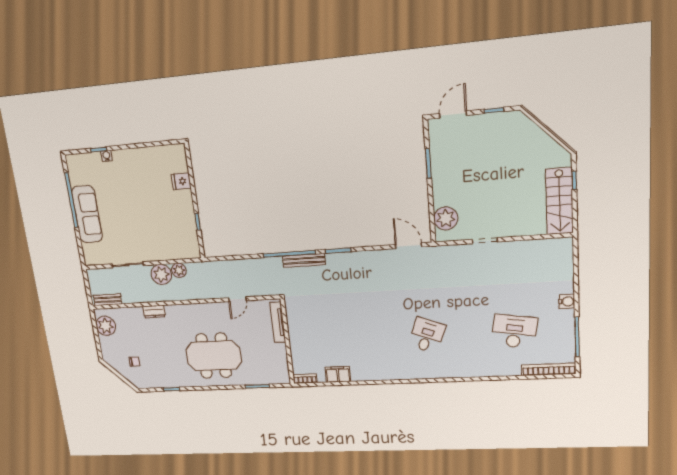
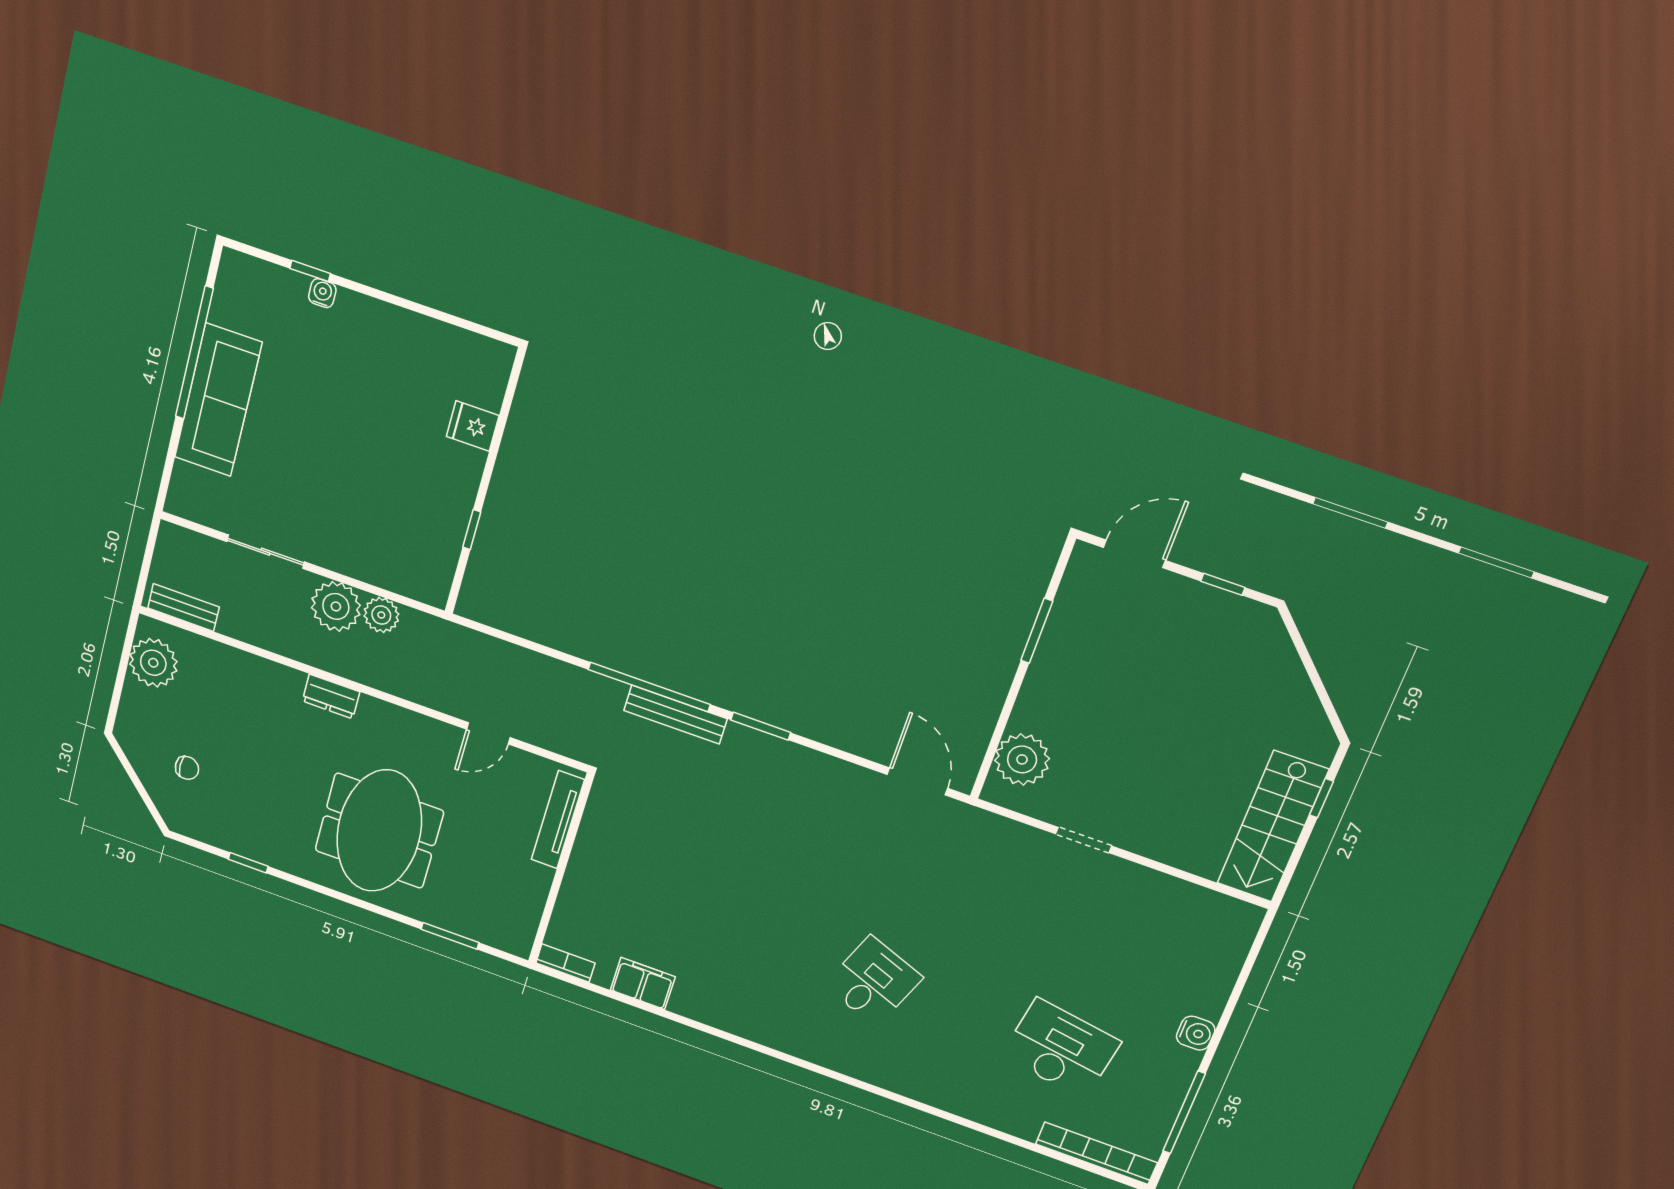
dresser: (154, 312) -> (331, 696), moved
meeting table: (214, 356) -> (379, 831), turned 90

